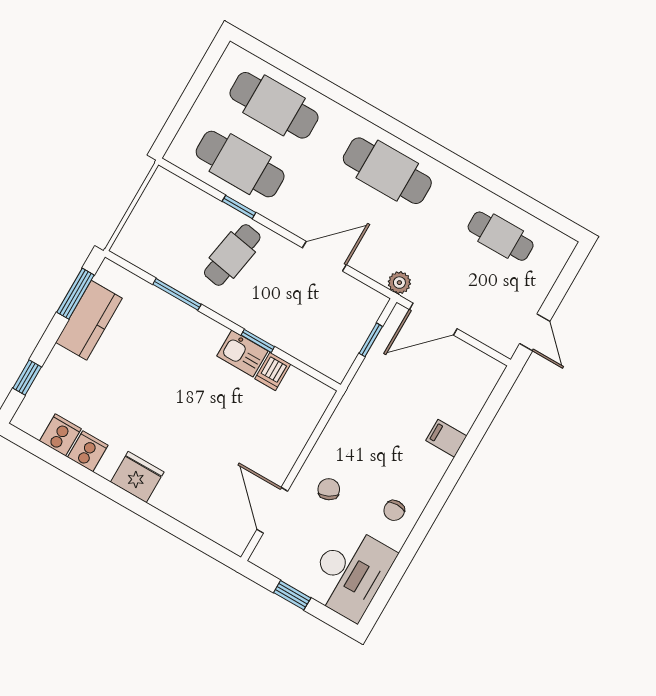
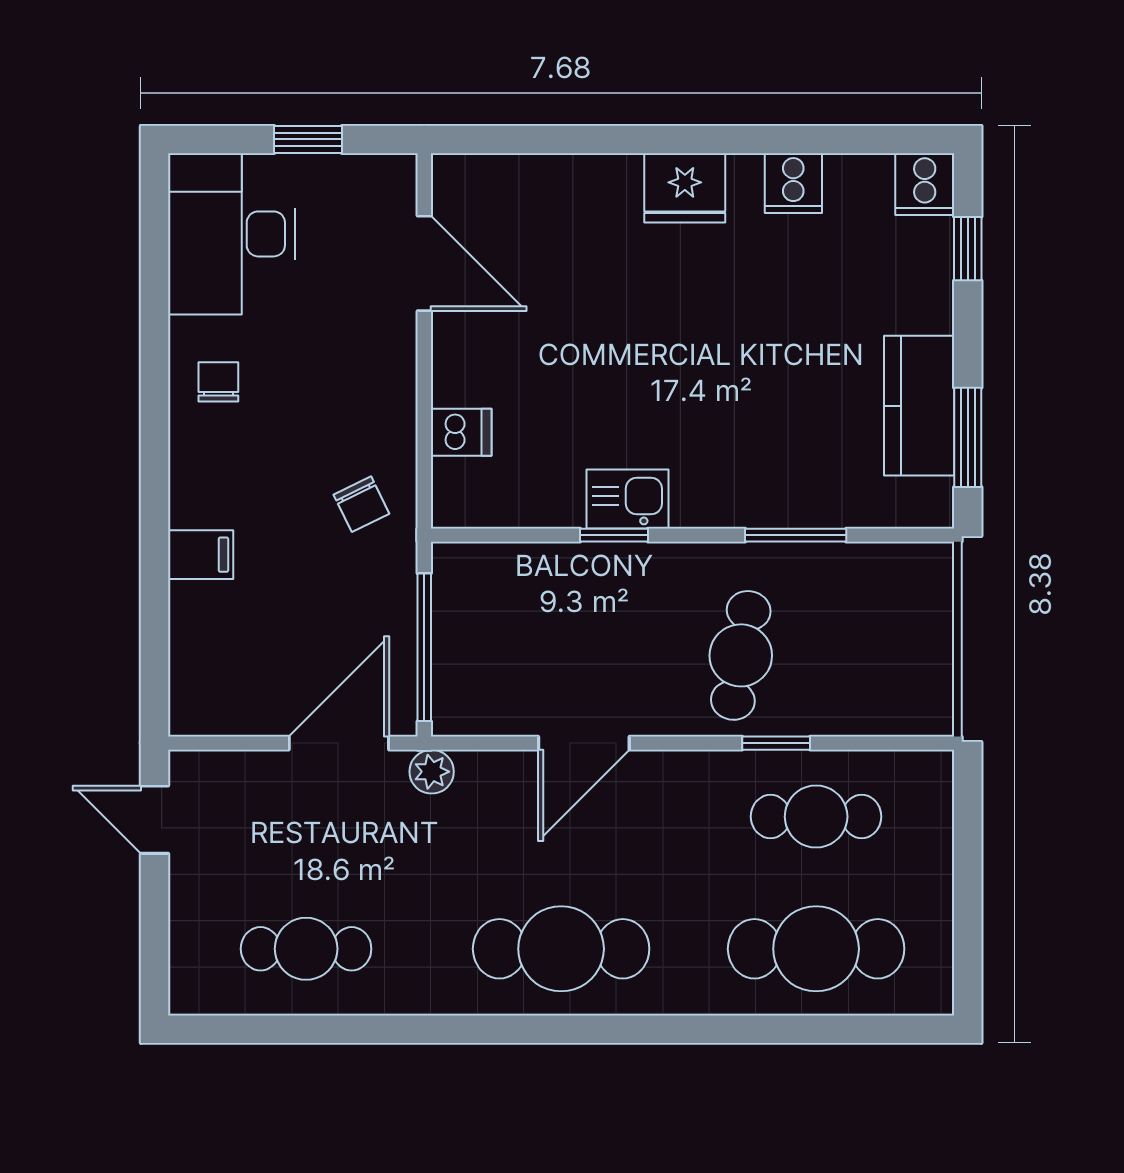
cafe table: (240, 164) -> (816, 817), width x0.73, depth x0.74
window: (371, 340) -> (424, 647), width x2.17
dishwasher: (273, 371) -> (461, 432), moved, turned 90
cooker: (60, 435) -> (925, 184), moved
chair: (329, 489) -> (361, 504), moved

